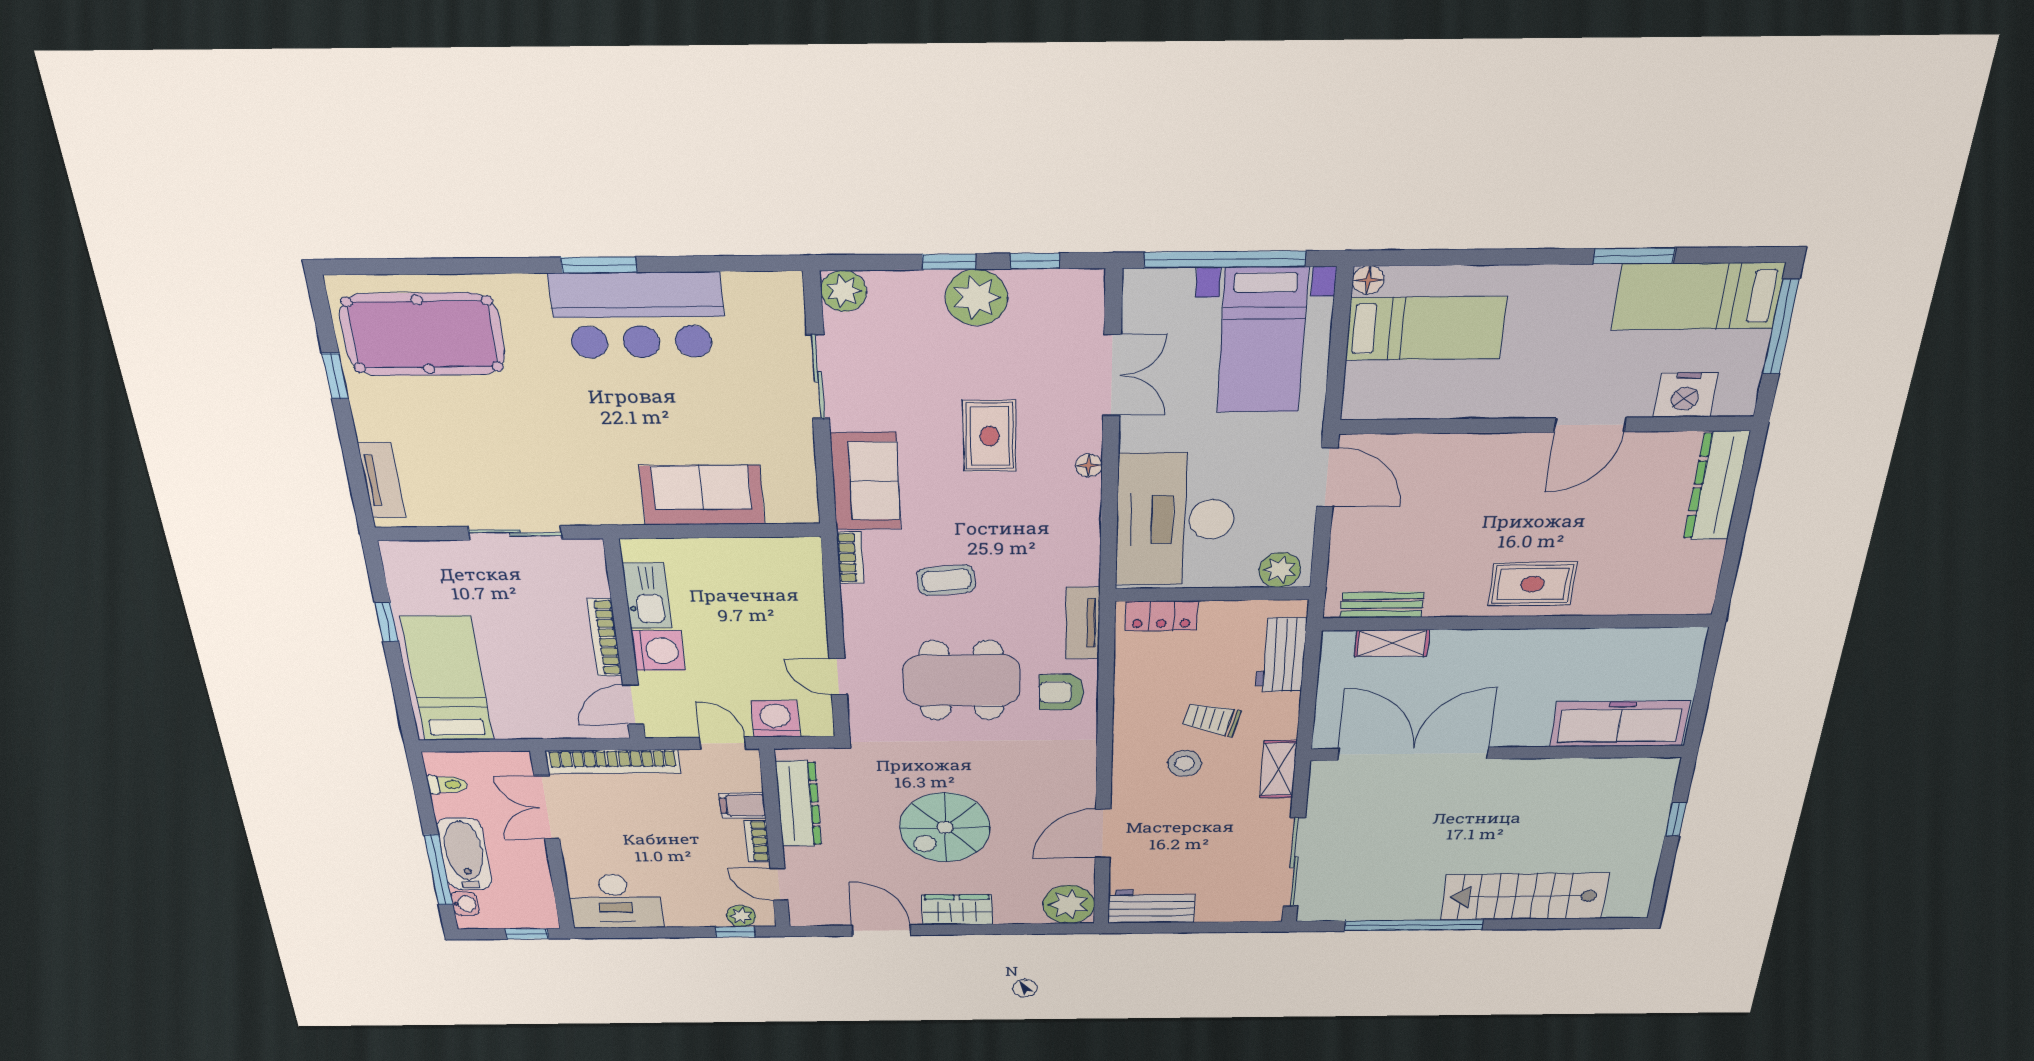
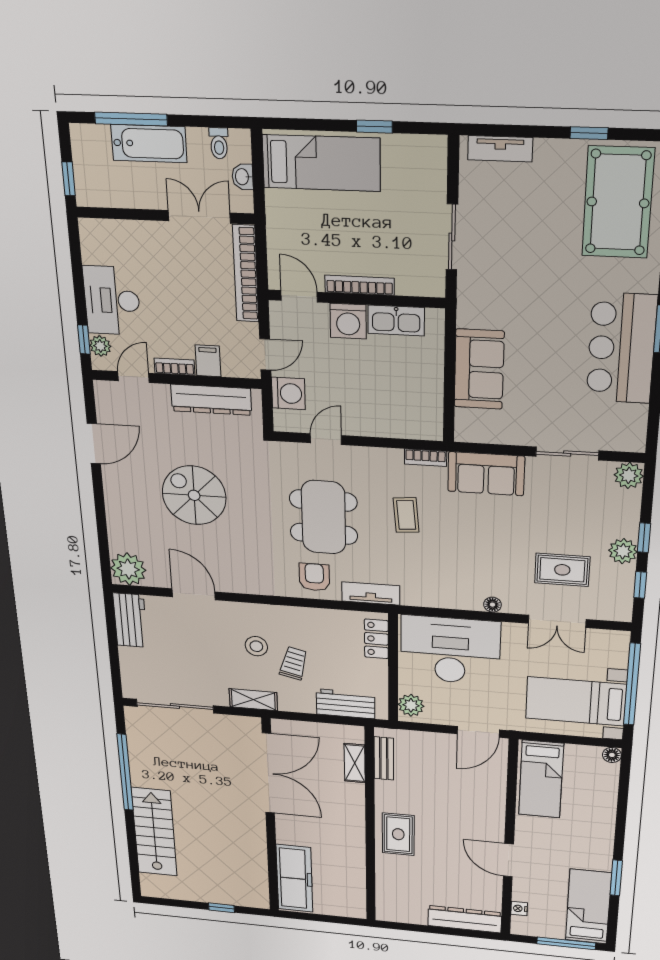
plant: (976, 298) -> (623, 551), width x0.73, depth x0.73
bed: (1426, 328) -> (541, 779), moved
nightstand: (1685, 395) -> (519, 908), width x0.53, depth x0.56
rug: (990, 436) -> (562, 570), moved
desk: (615, 901) -> (112, 301), moved
washbasin: (465, 904) -> (243, 177), moved, turned 90
wardrobe: (957, 910) -> (118, 497), removed

